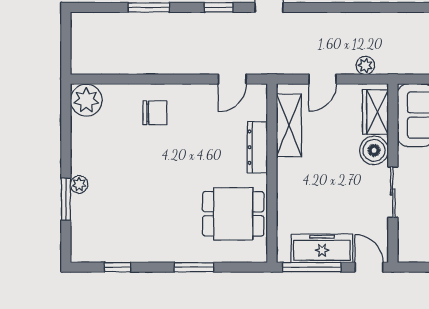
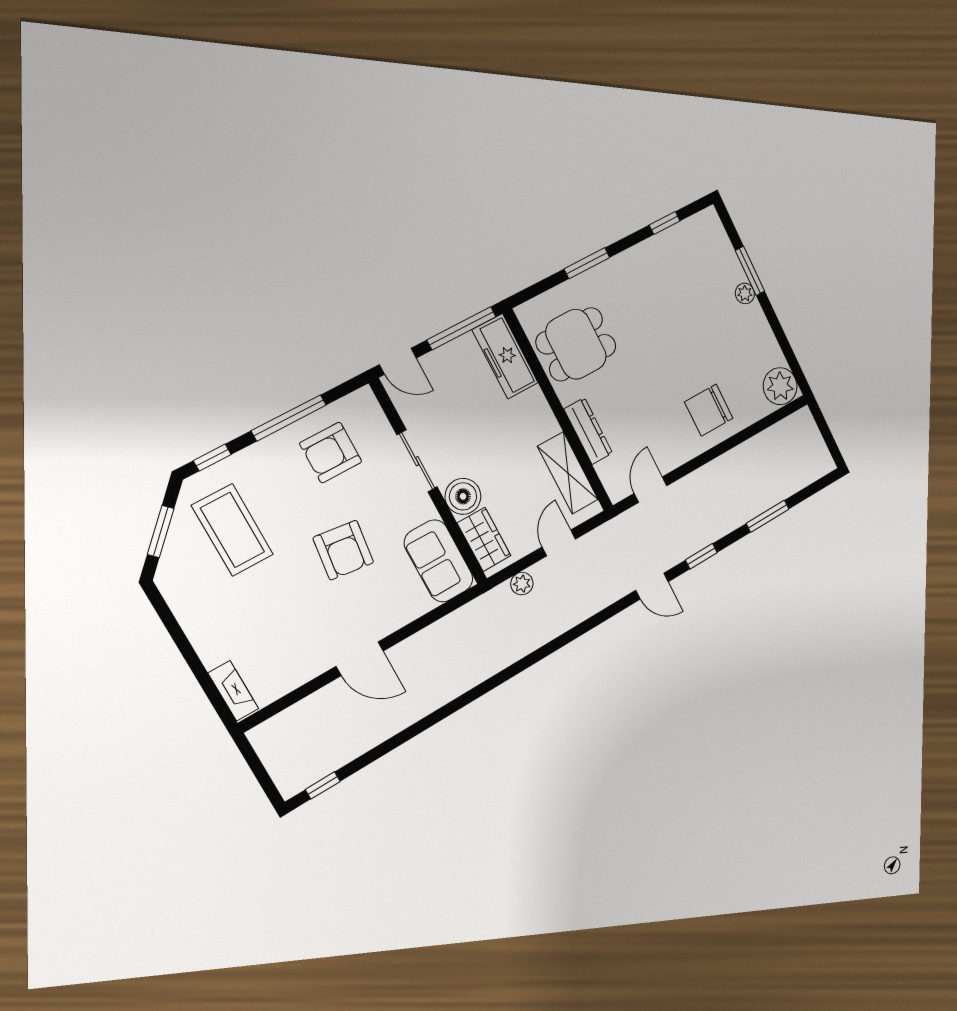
chair: (155, 113) -> (709, 410), width x1.37, depth x1.37
freezer: (322, 248) -> (505, 356), moved, turned 90

